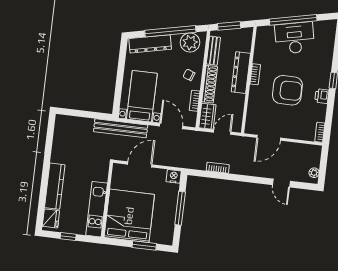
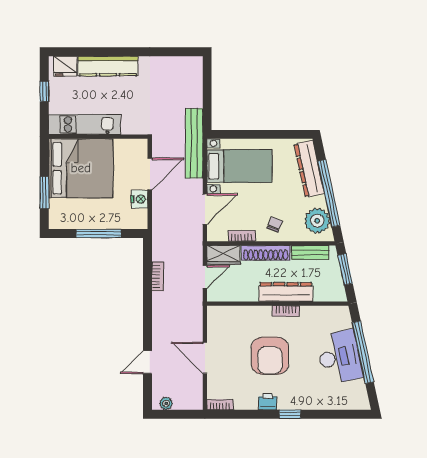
door: (222, 132) -> (205, 277), hinge flipped
door: (269, 138) -> (205, 358), moved
door: (140, 164) -> (150, 174), hinge flipped
nightstand: (174, 176) -> (139, 199), moved

